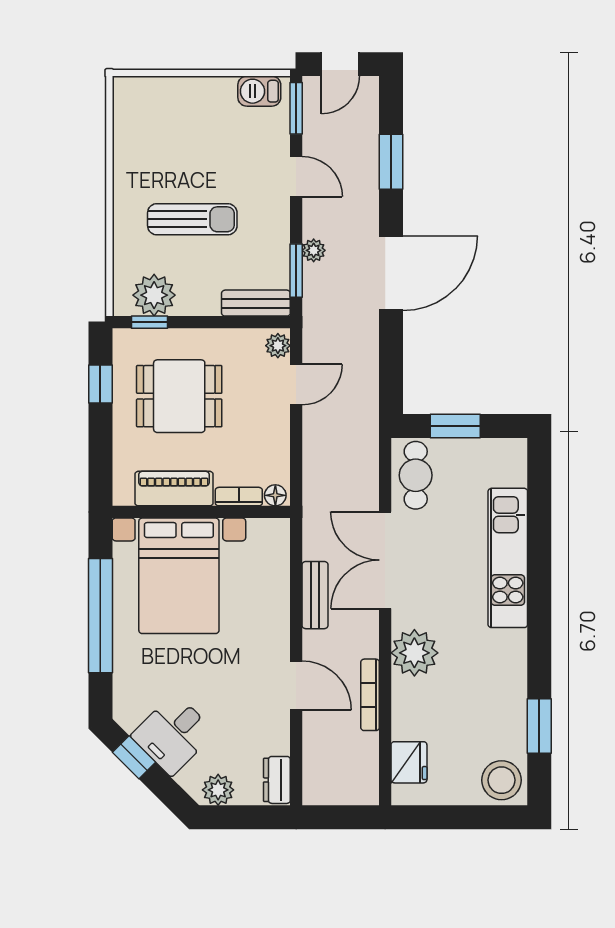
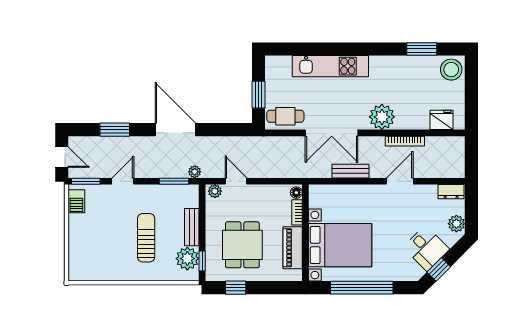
plant: (314, 250) -> (195, 172), moved
bench: (256, 303) -> (192, 227), moved

